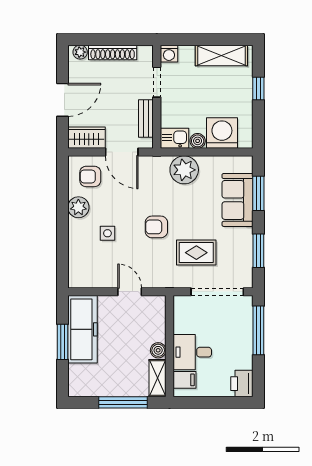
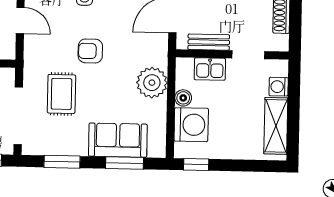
washing machine: (169, 54) -> (279, 87), moved
window: (258, 89) -> (196, 165), moved
kitchen sink: (174, 138) -> (210, 69), moved, turned 90
armchair: (156, 227) -> (90, 51), turned -90
door: (130, 292) -> (20, 20), hinge flipped

